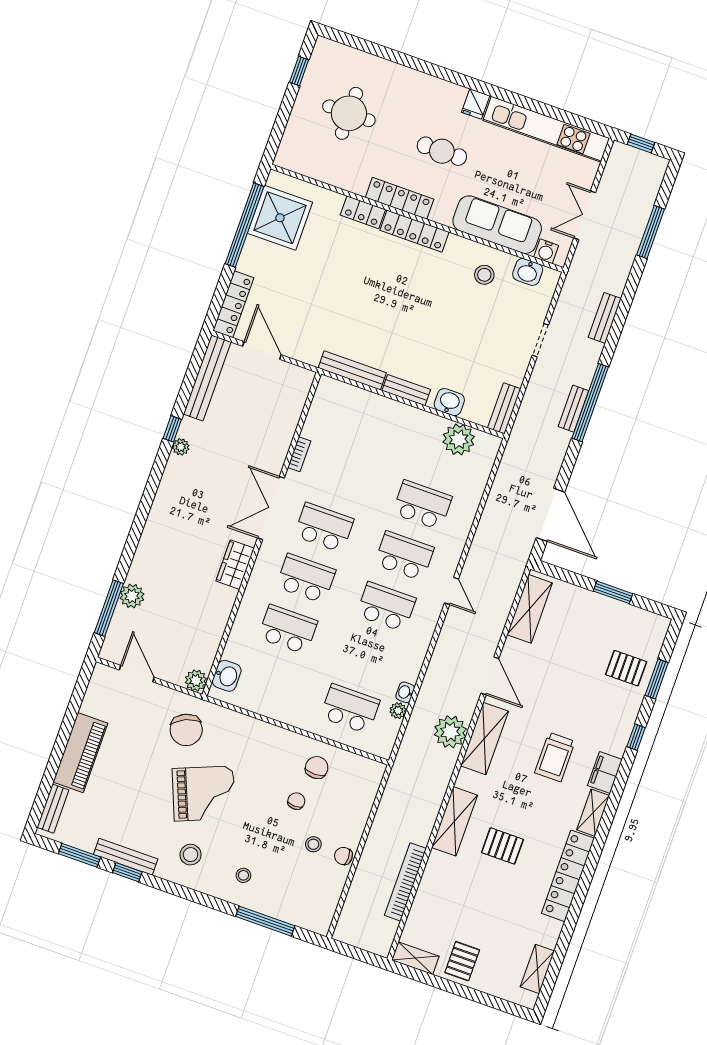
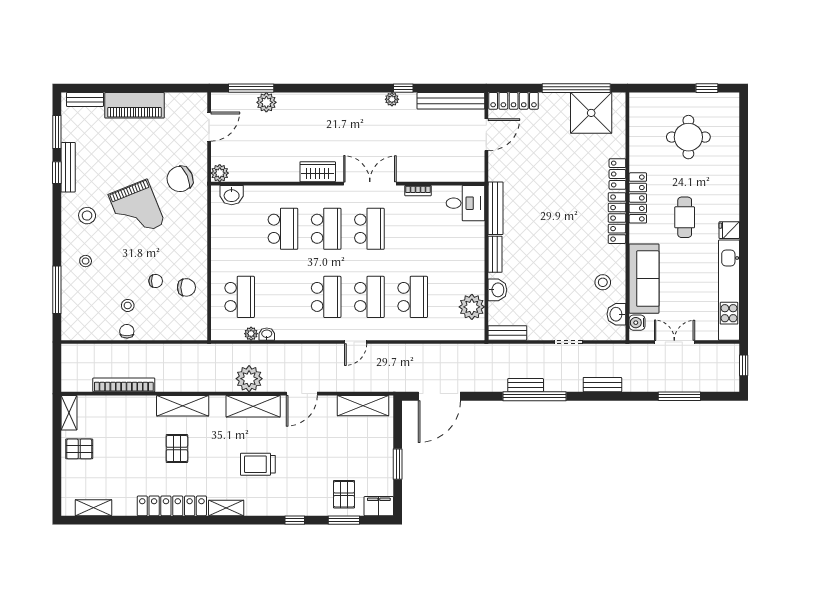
desk: (334, 404) -> (465, 203), added
filing cabinet: (605, 772) -> (379, 506), moved

